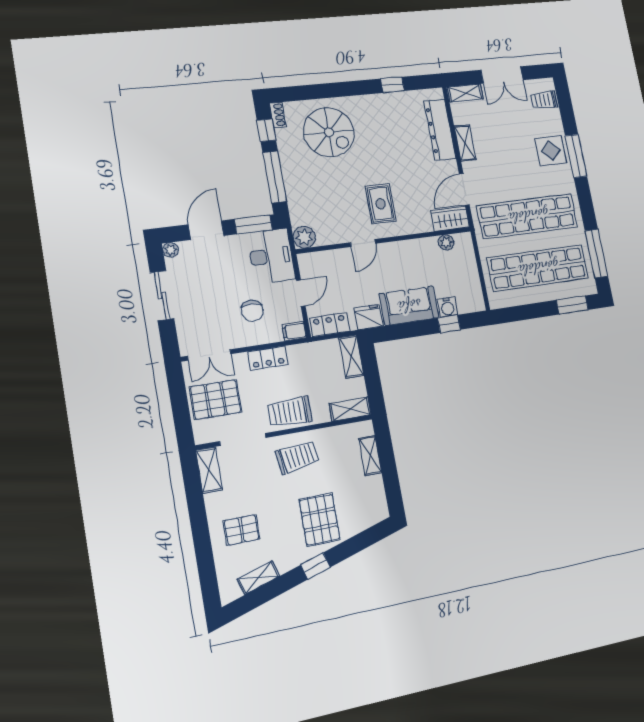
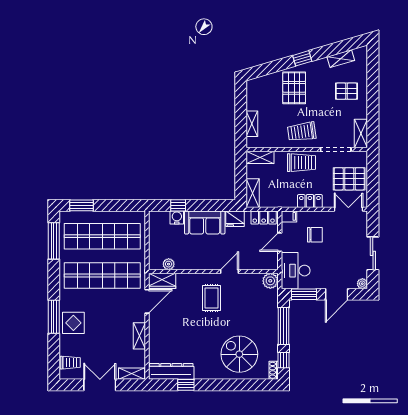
dresser: (440, 130) -> (171, 371), moved, turned -90
chair: (252, 311) -> (315, 235), turned 90

